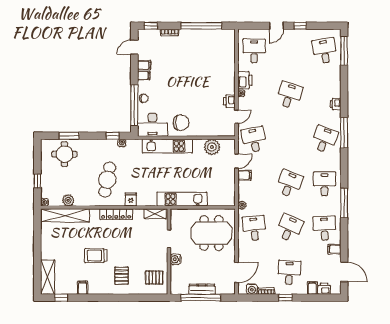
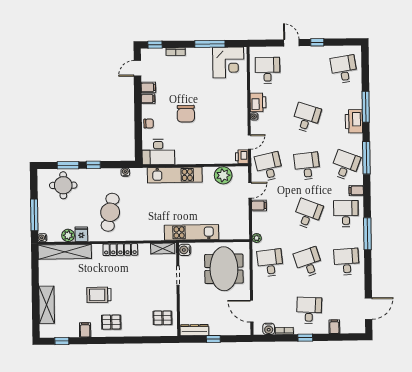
window: (201, 26) -> (210, 44), width x0.68
door: (276, 26) -> (291, 43), swing flipped
corner desk: (218, 43) -> (228, 63), added
window: (344, 51) -> (366, 107), moved
printer: (229, 101) -> (242, 157), moved
printer: (336, 104) -> (354, 121), width x1.87, depth x1.48
window: (134, 105) -> (138, 131), removed
chair: (181, 123) -> (186, 114), moved, turned 90
window: (113, 136) -> (93, 165), moved
desk: (289, 140) -> (307, 166), added
window: (37, 181) -> (34, 215), width x2.17
fridge: (131, 199) -> (81, 234), moved
desk: (289, 228) -> (308, 262), turned -42
meeting table: (211, 233) -> (224, 269), turned 90
filing cabinet: (334, 249) -> (356, 190), moved
water cooler: (176, 259) -> (185, 250), moved
door: (344, 272) -> (368, 309), hinge flipped
door: (236, 273) -> (252, 311), swing flipped
pallet: (122, 276) -> (111, 322), moved, turned 90
shelving: (48, 277) -> (47, 305), moved
dresser: (202, 289) -> (194, 330), moved
printer: (324, 289) -> (347, 327), removed
window: (201, 298) -> (213, 339), width x0.32

